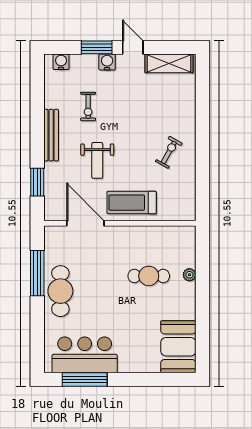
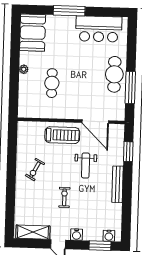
window: (97, 47) -> (100, 246), moved
exercise bike: (88, 106) -> (64, 197), moved
weight bench: (97, 160) -> (86, 165), turned 180
plant: (189, 275) -> (24, 69), moved
cafe table: (149, 276) -> (52, 83), turned 90
window: (85, 379) -> (69, 11), moved

